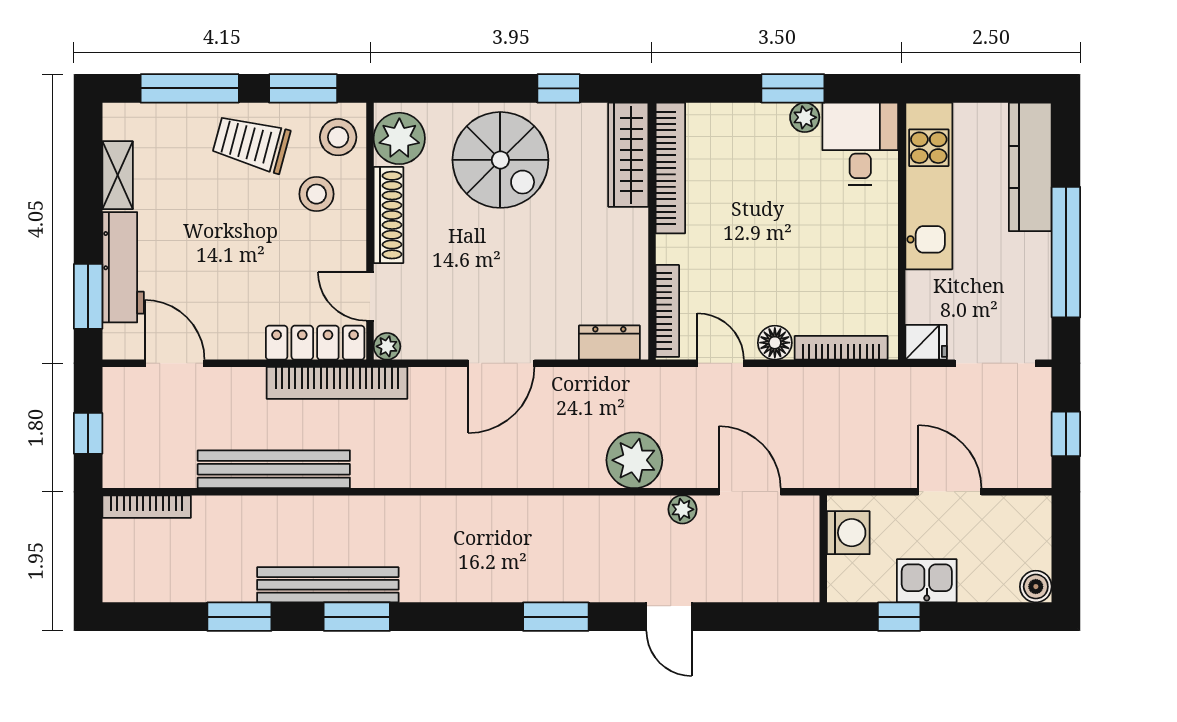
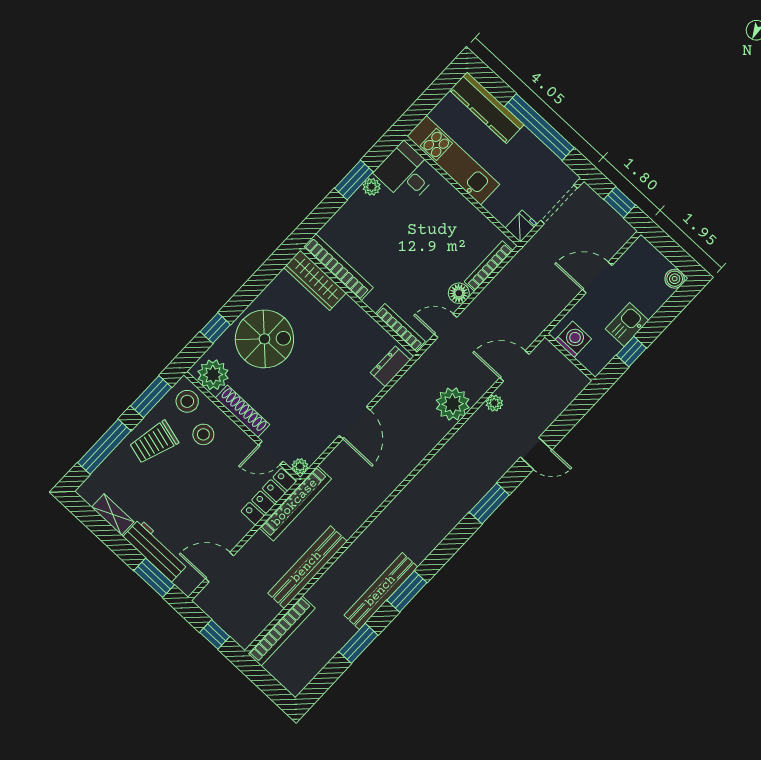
window: (559, 88) -> (215, 328), moved
bookcase: (147, 507) -> (282, 631), width x1.48, depth x1.31

